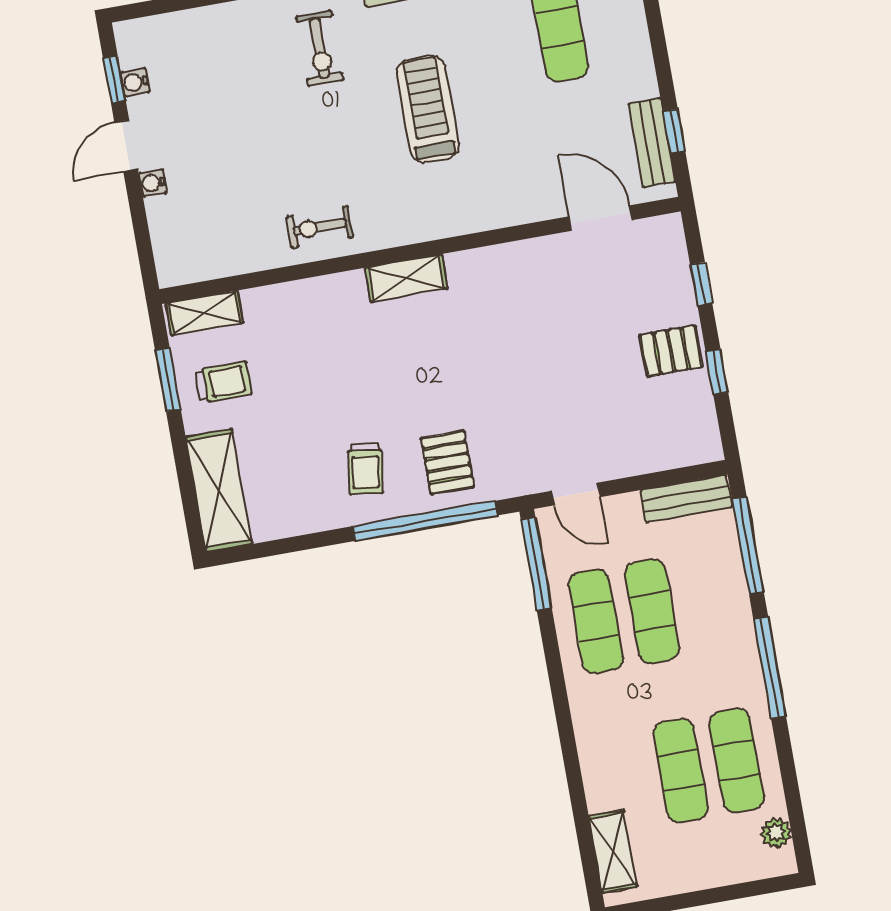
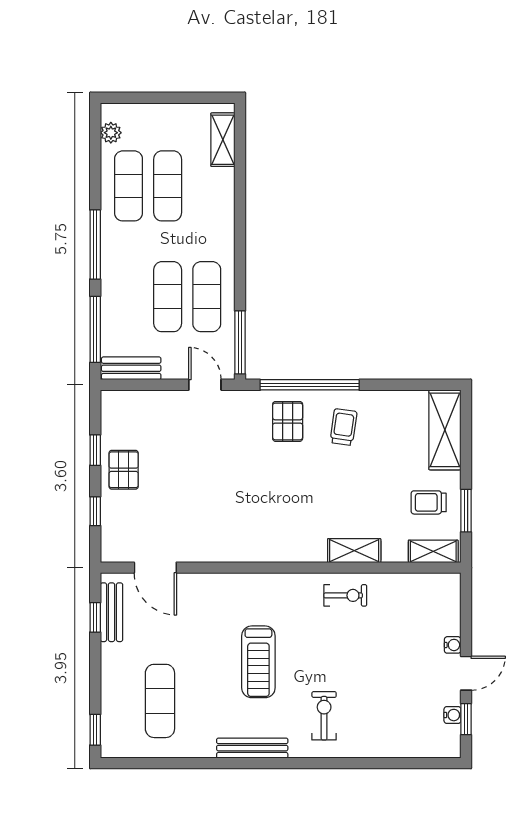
shelving: (406, 278) -> (354, 551), moved
pallet: (671, 351) -> (124, 470), turned 90

